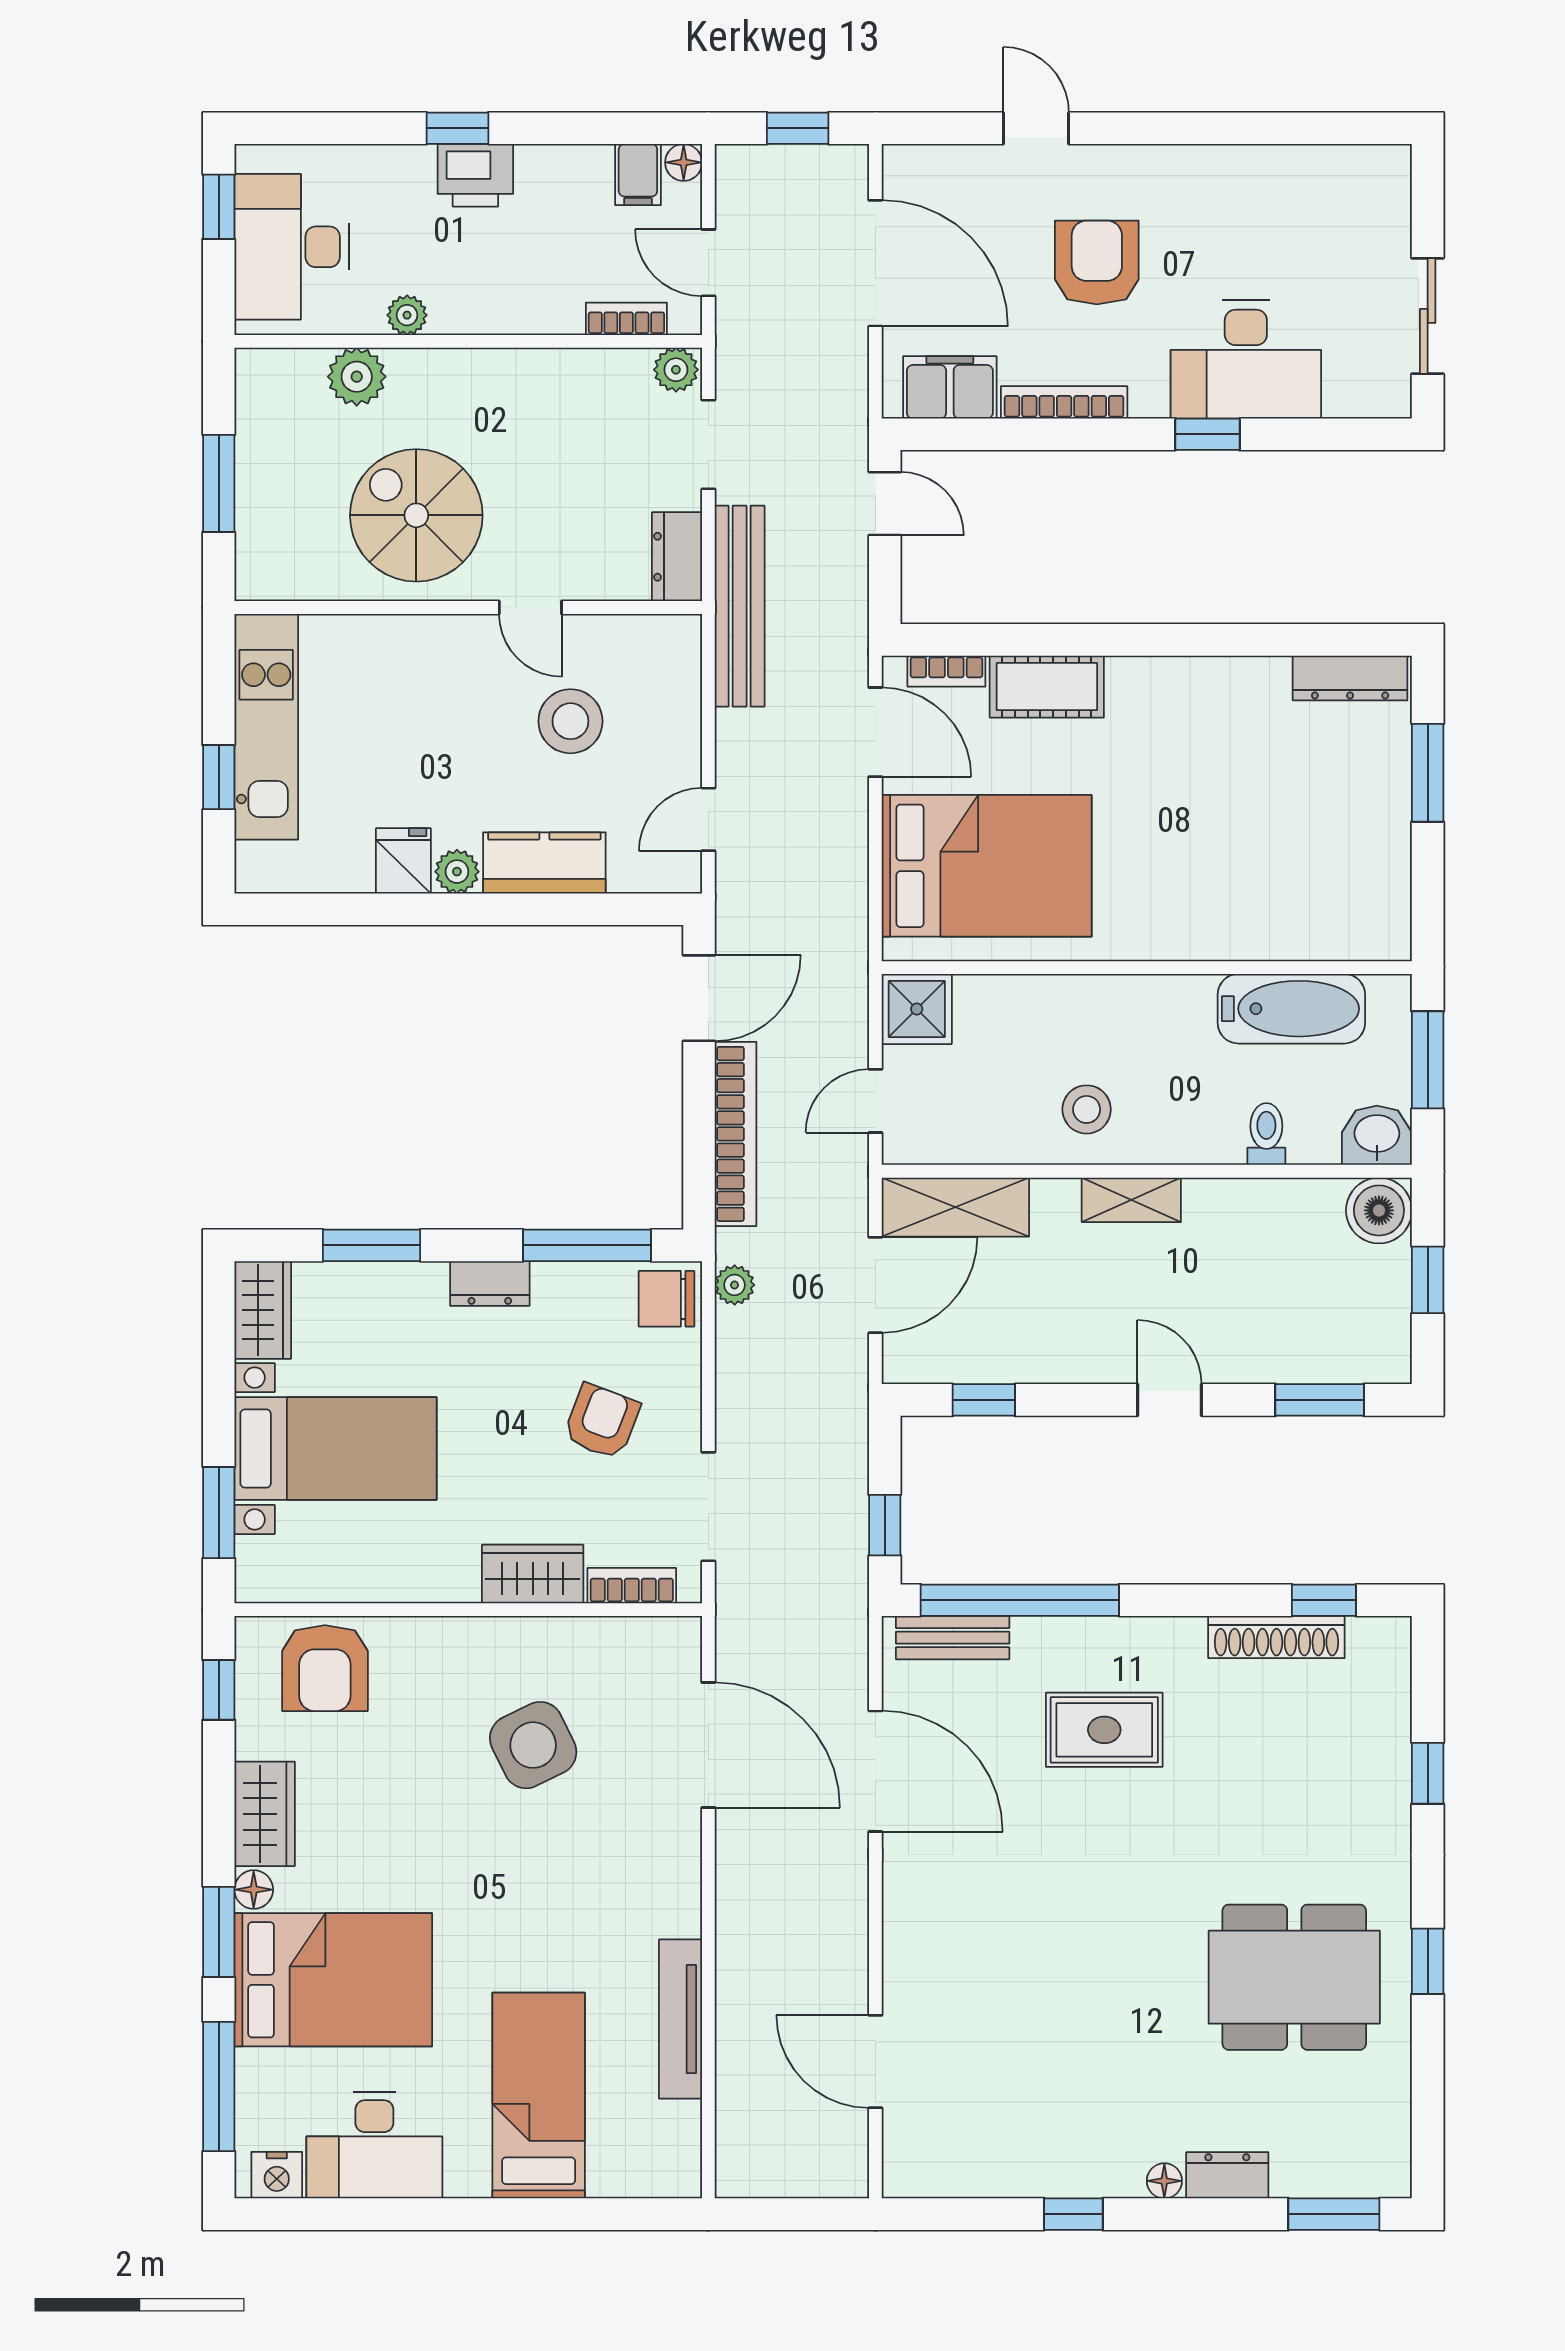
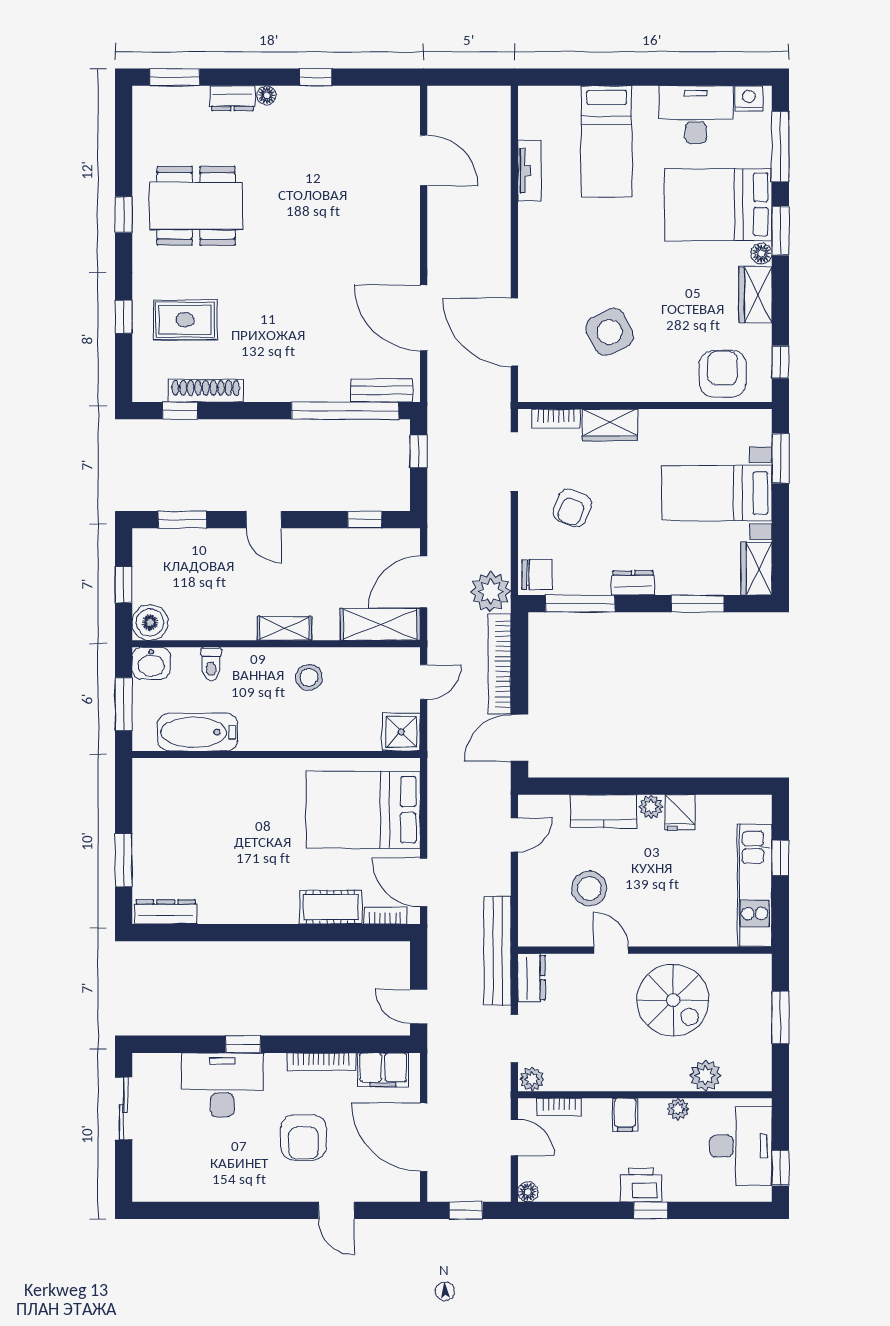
filing cabinet: (638, 175) -> (625, 1115), moved, turned 180
plant: (735, 1285) -> (491, 591), width x1.88, depth x1.88
rug: (1104, 1730) -> (185, 320), moved
tv unit: (680, 2019) -> (530, 171), width x0.71

